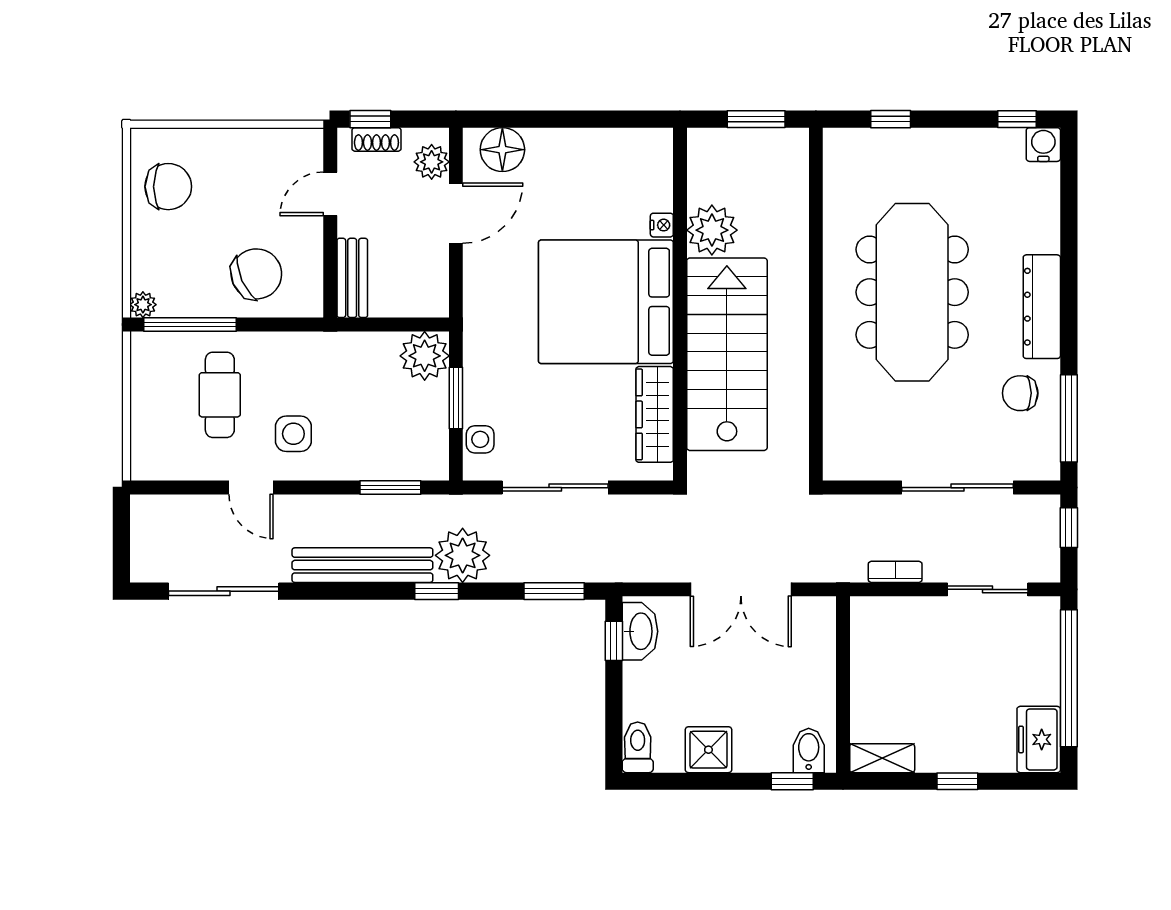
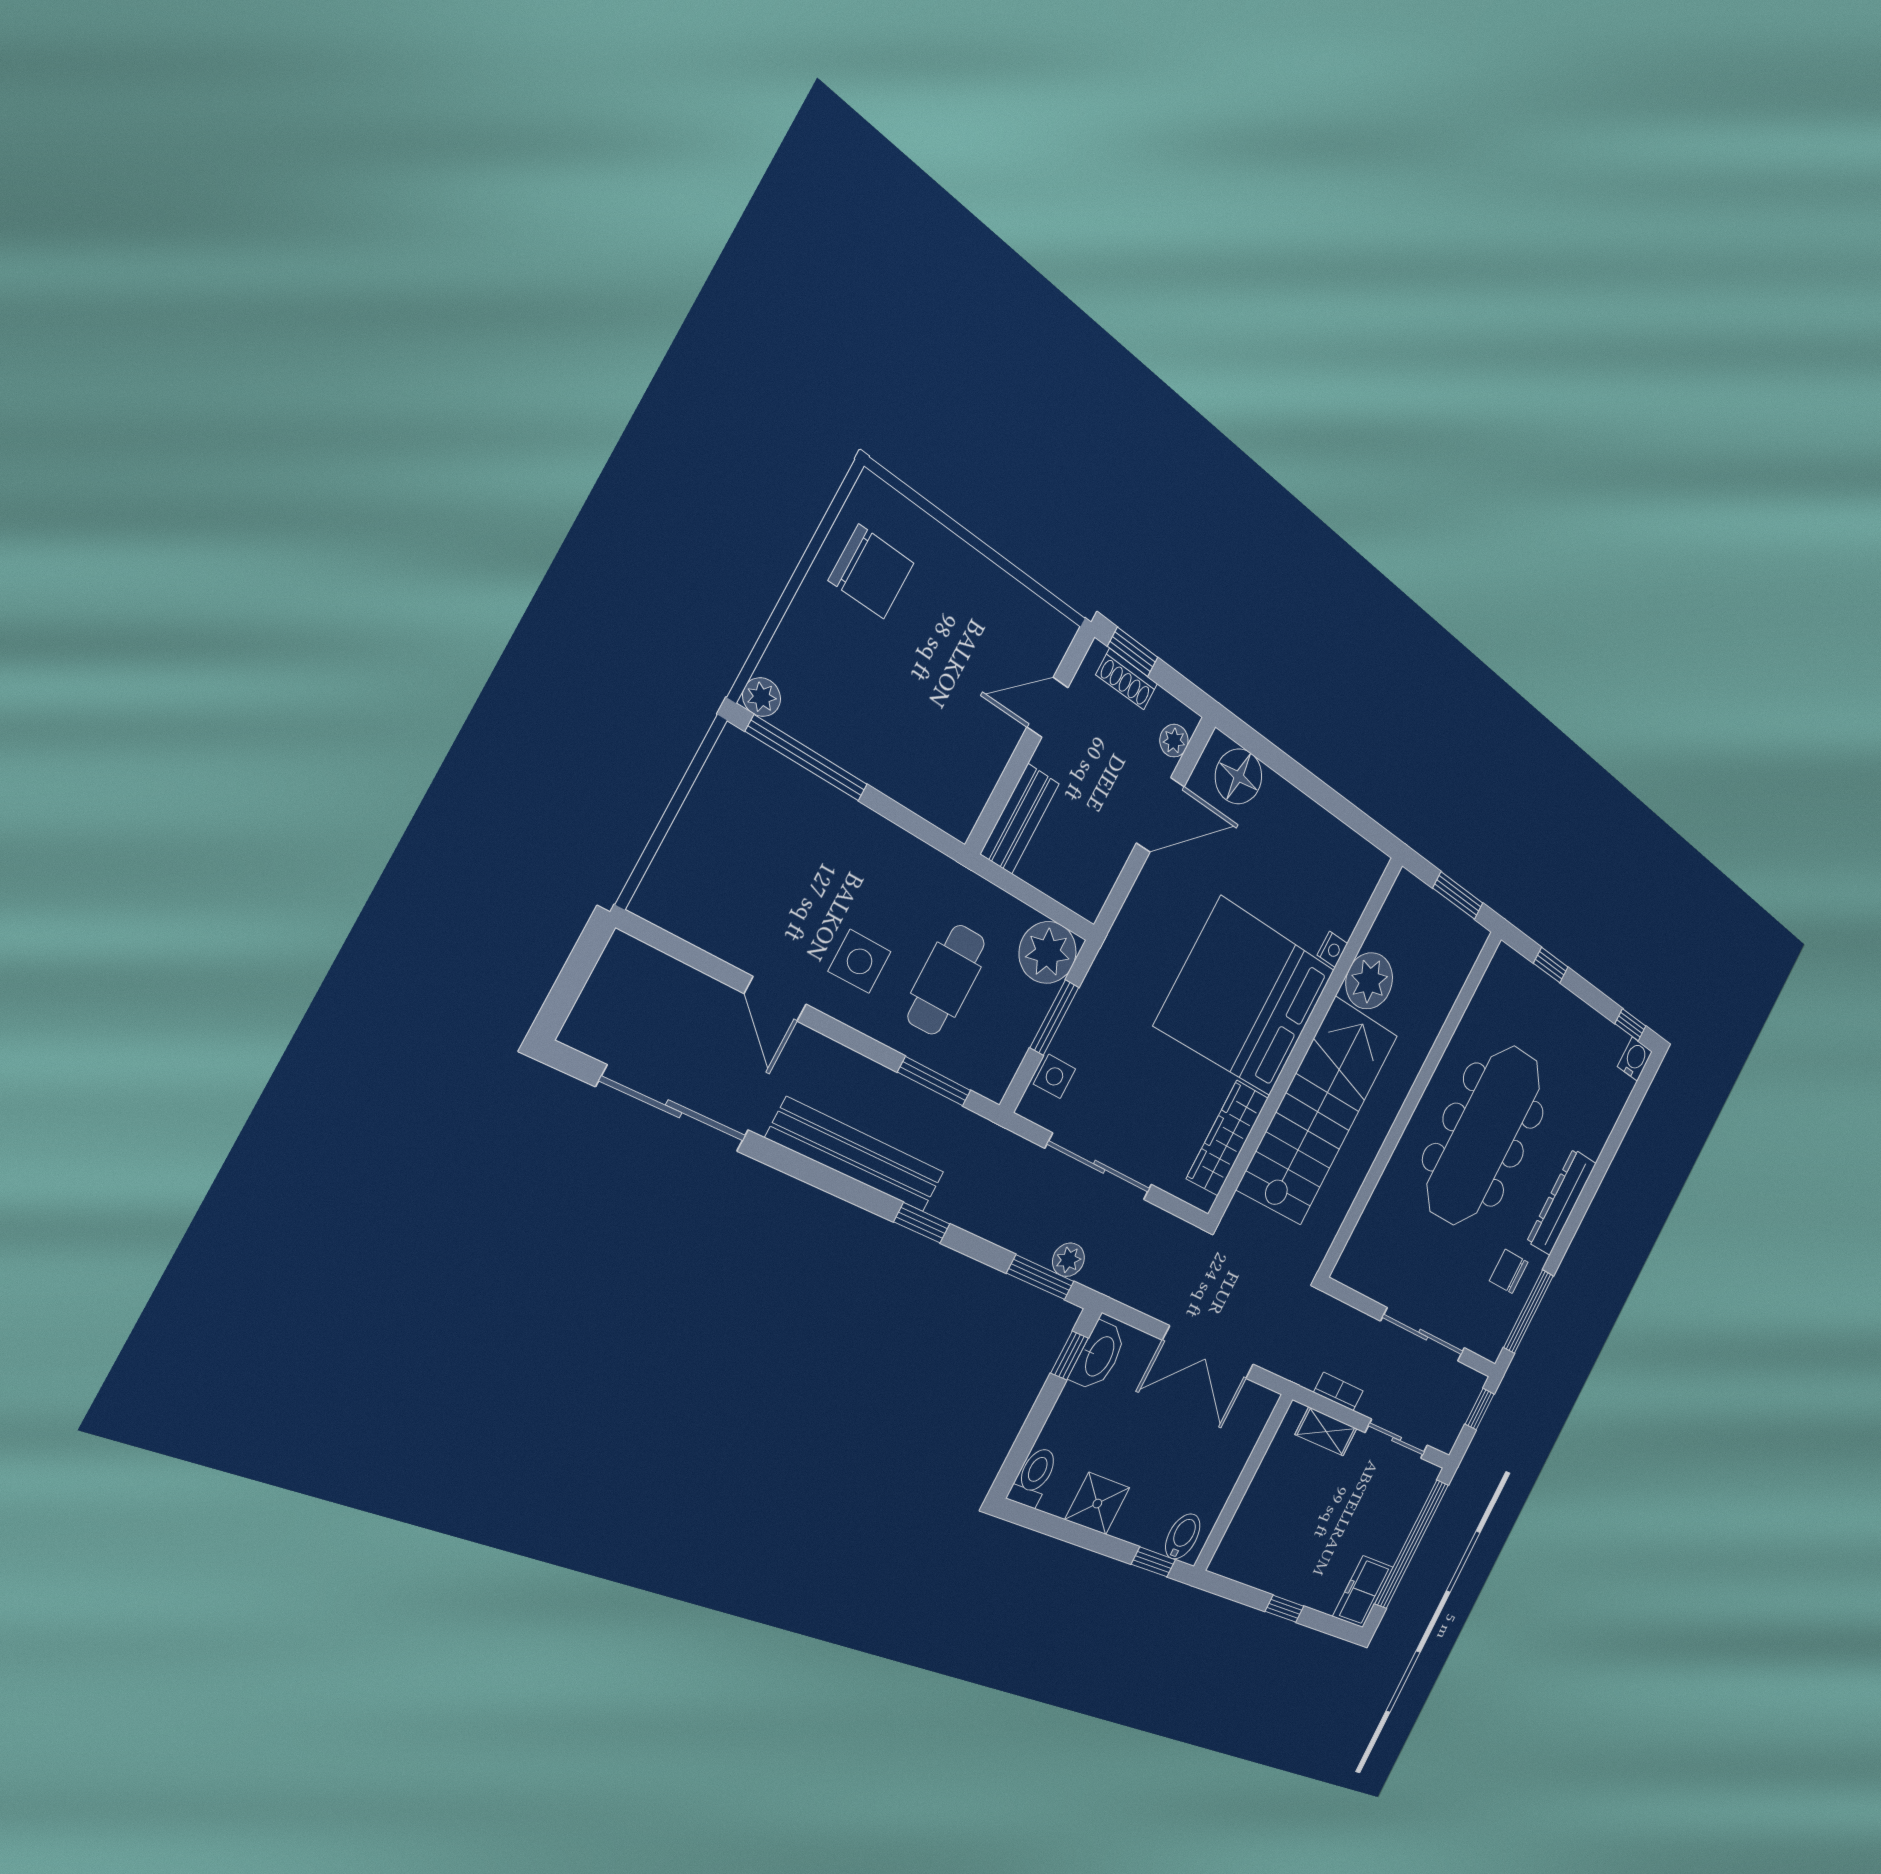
plant: (432, 162) -> (1174, 741), width x0.73, depth x0.73
chair: (256, 274) -> (918, 747), removed
cafe table: (220, 395) -> (946, 980), moved
plant: (463, 555) -> (1068, 1260), moved, width x0.53, depth x0.53
shelving: (882, 758) -> (1326, 1431), moved

